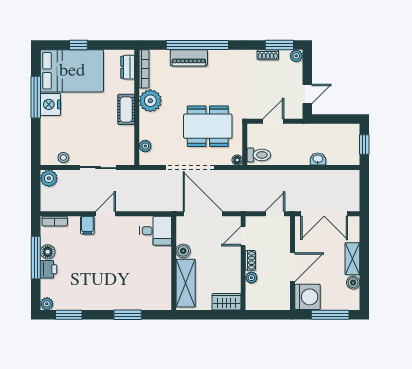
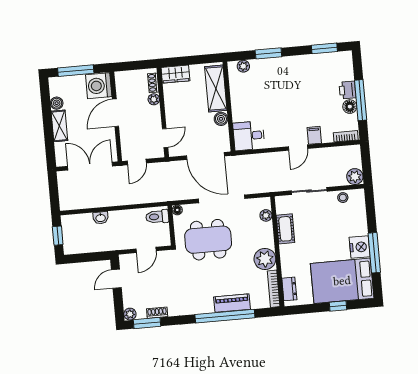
cot: (126, 109) -> (285, 229), moved
shoe rack: (250, 260) -> (153, 83), moved
plant: (47, 304) -> (243, 66), moved

